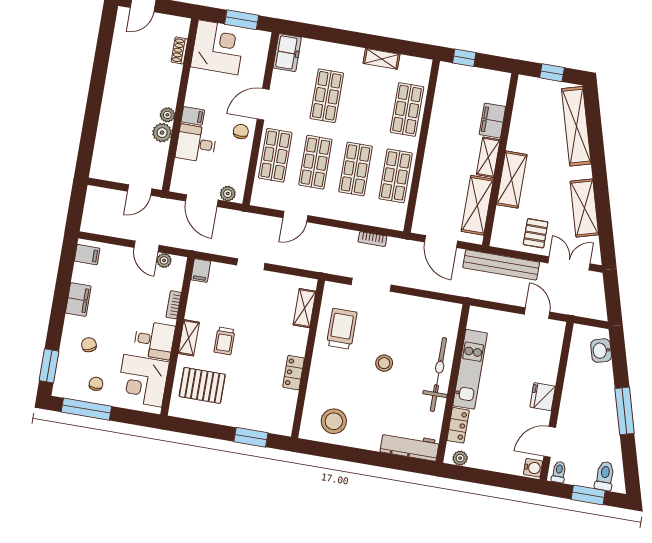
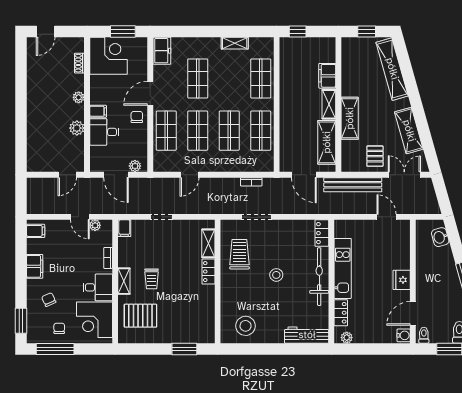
plant: (167, 115) -> (79, 97), moved
locker: (451, 320) -> (322, 233), added
locker: (294, 373) -> (208, 272), moved

